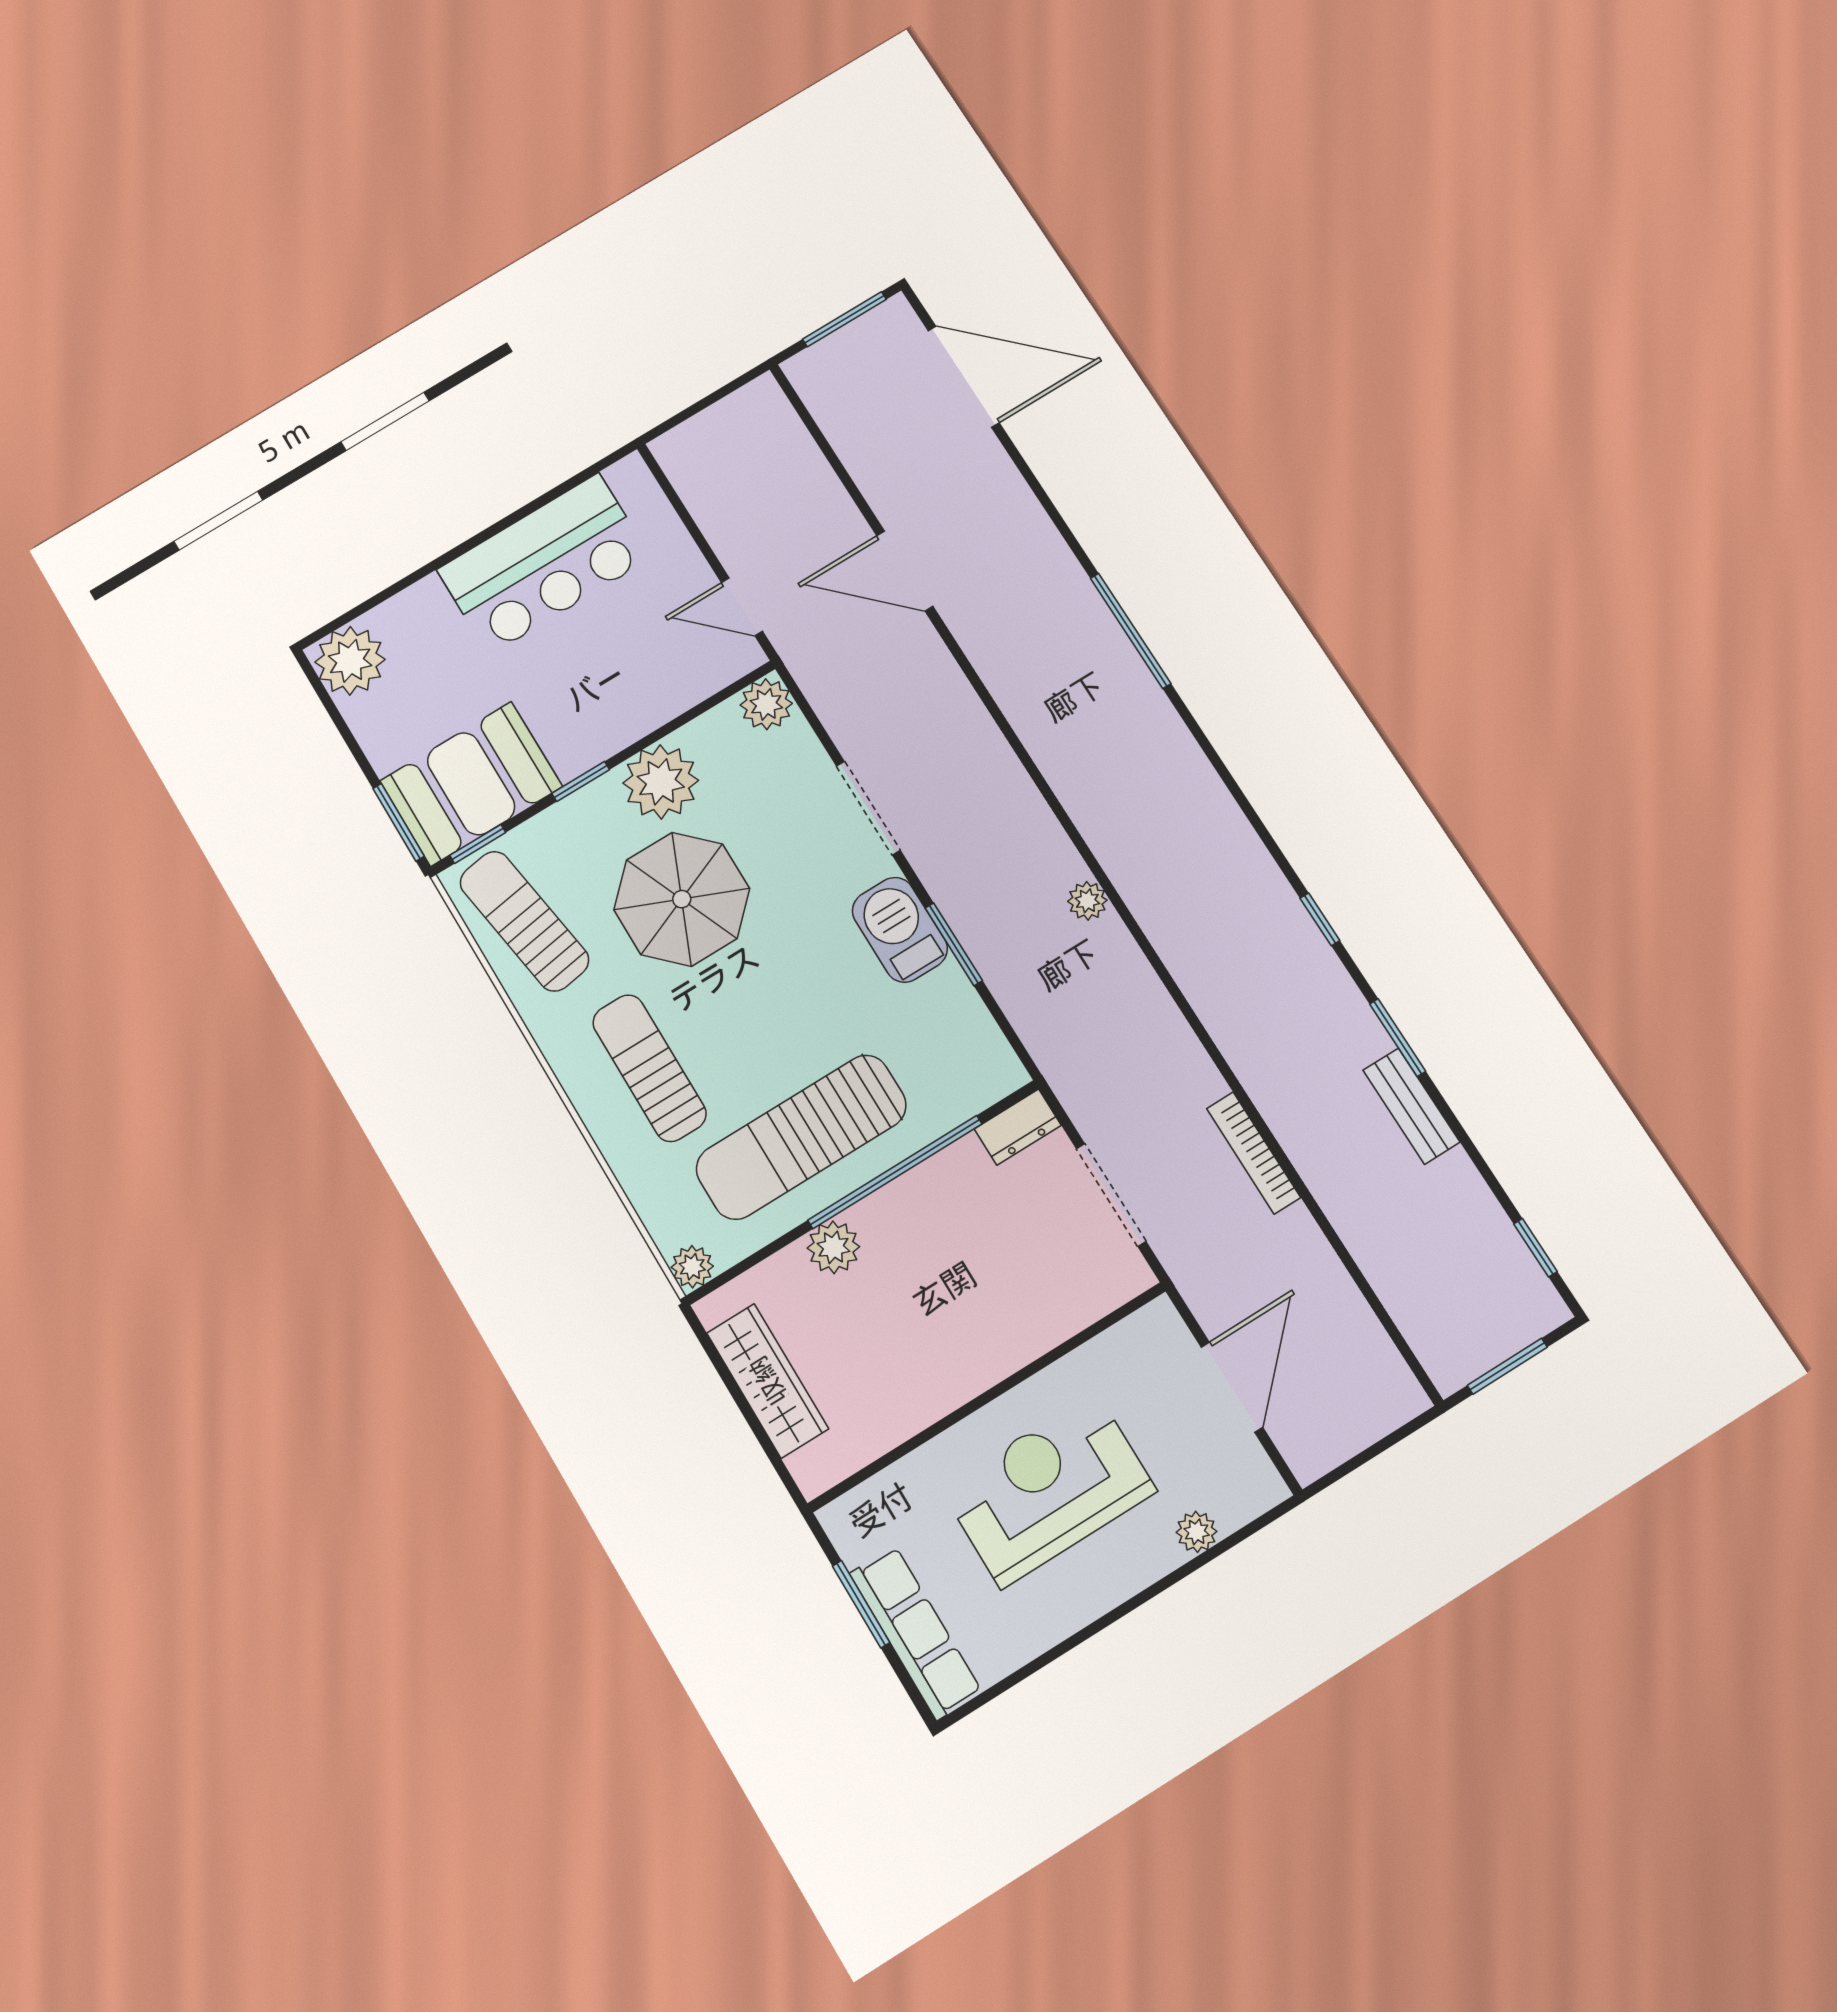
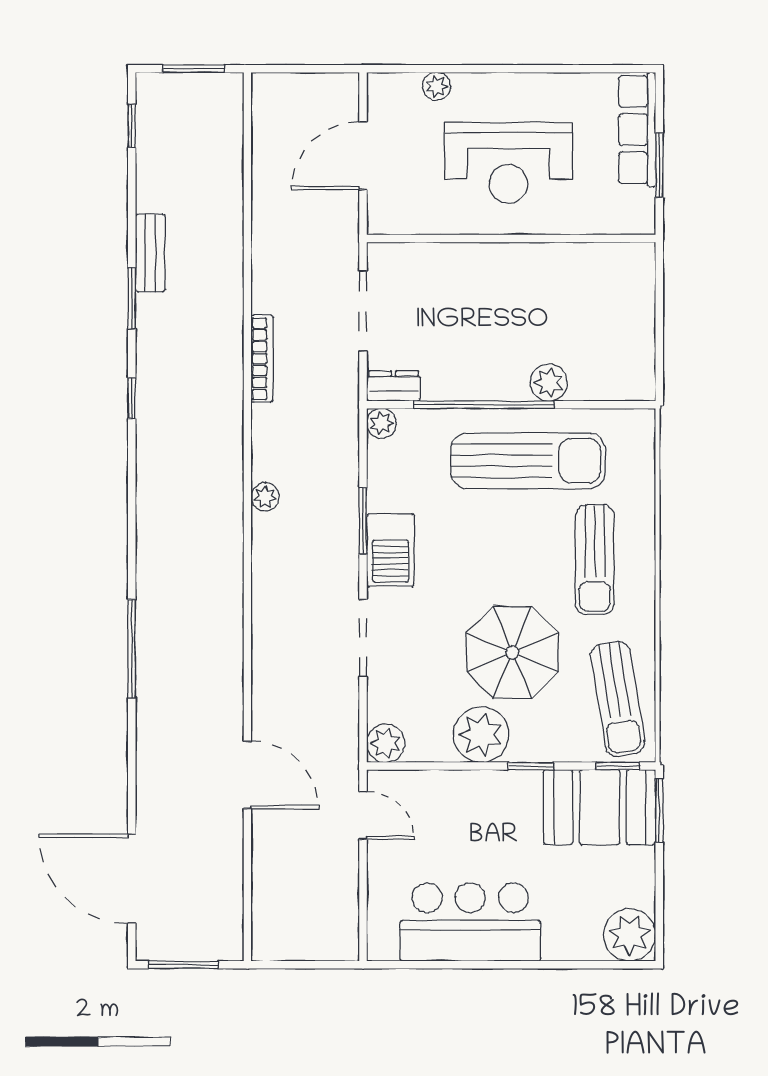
bookcase: (1254, 1153) -> (262, 359), moved
plant: (692, 1267) -> (382, 423), moved
wardrobe: (768, 1381) -> (636, 328), removed

